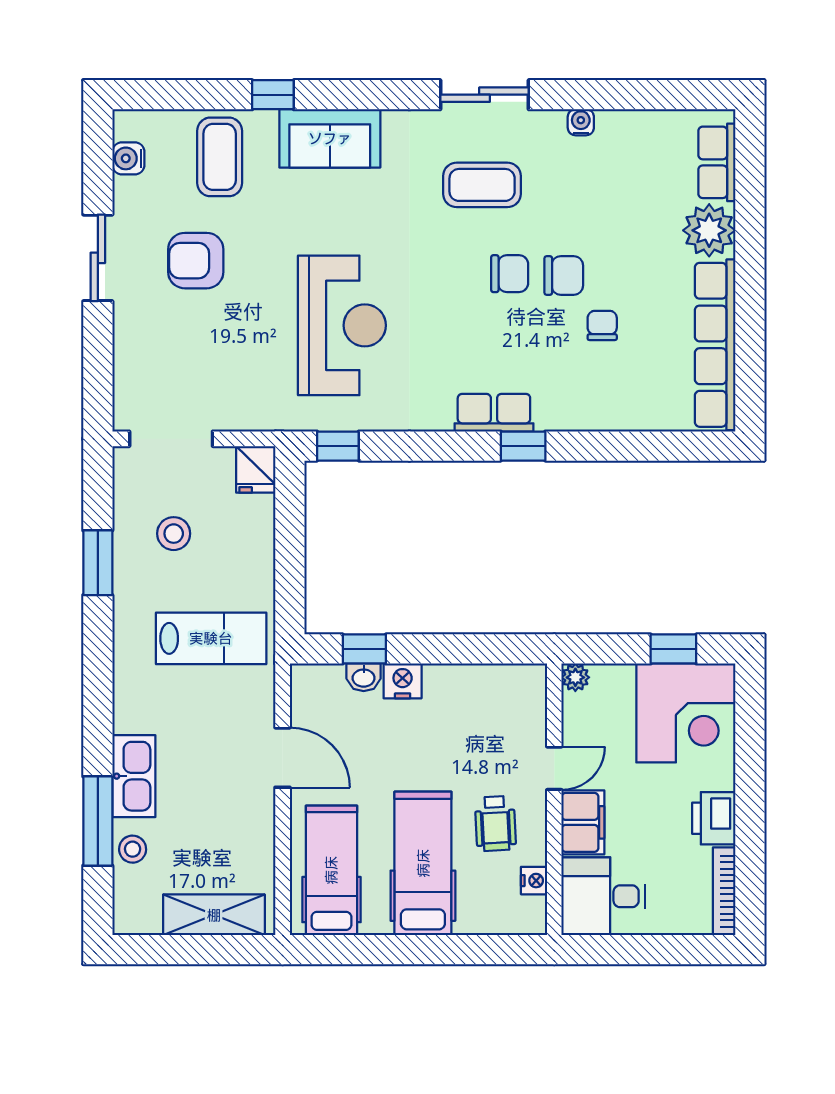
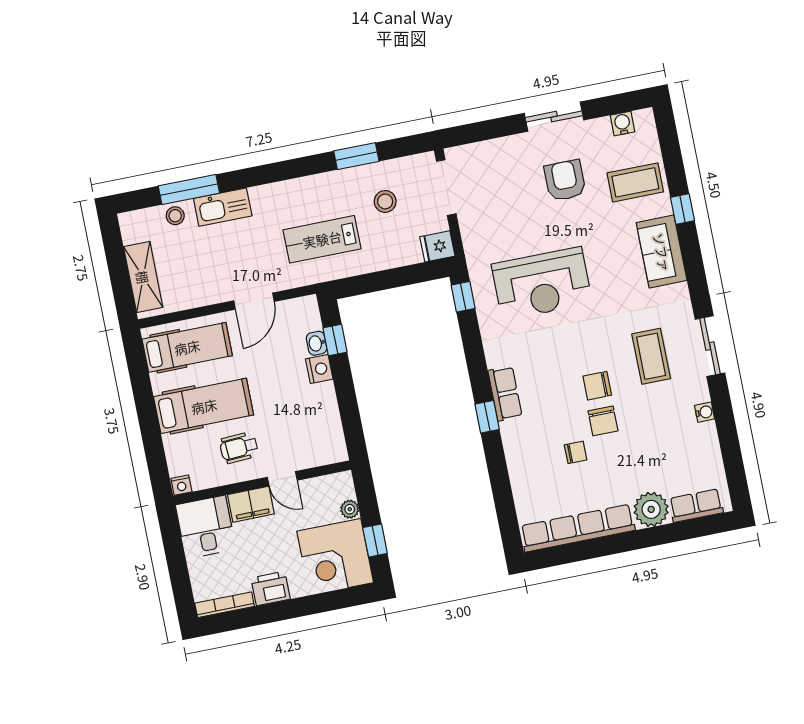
chair: (510, 274) -> (597, 386), turned 90
lab bench: (211, 638) -> (322, 239), turned 90
plant: (575, 677) -> (350, 509), moved
nightstand: (534, 881) -> (181, 485), moved

